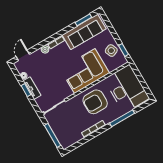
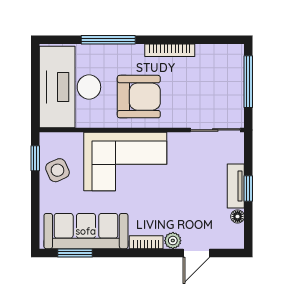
door: (23, 55) -> (196, 253), moved

